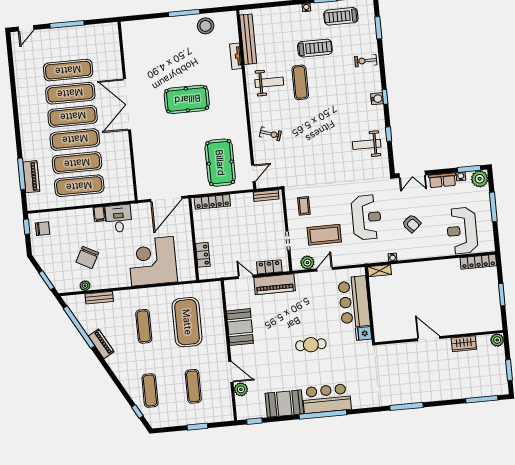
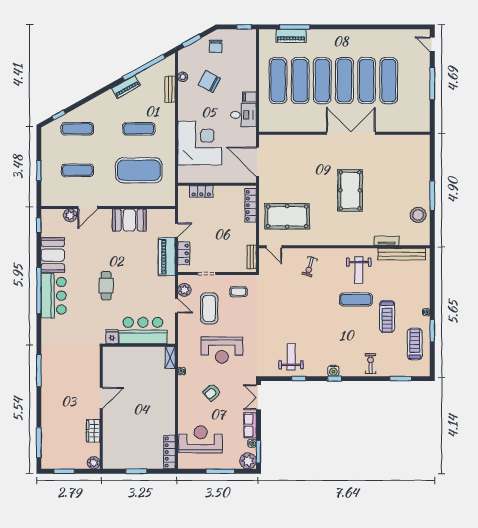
chair: (43, 229) -> (216, 46), moved

